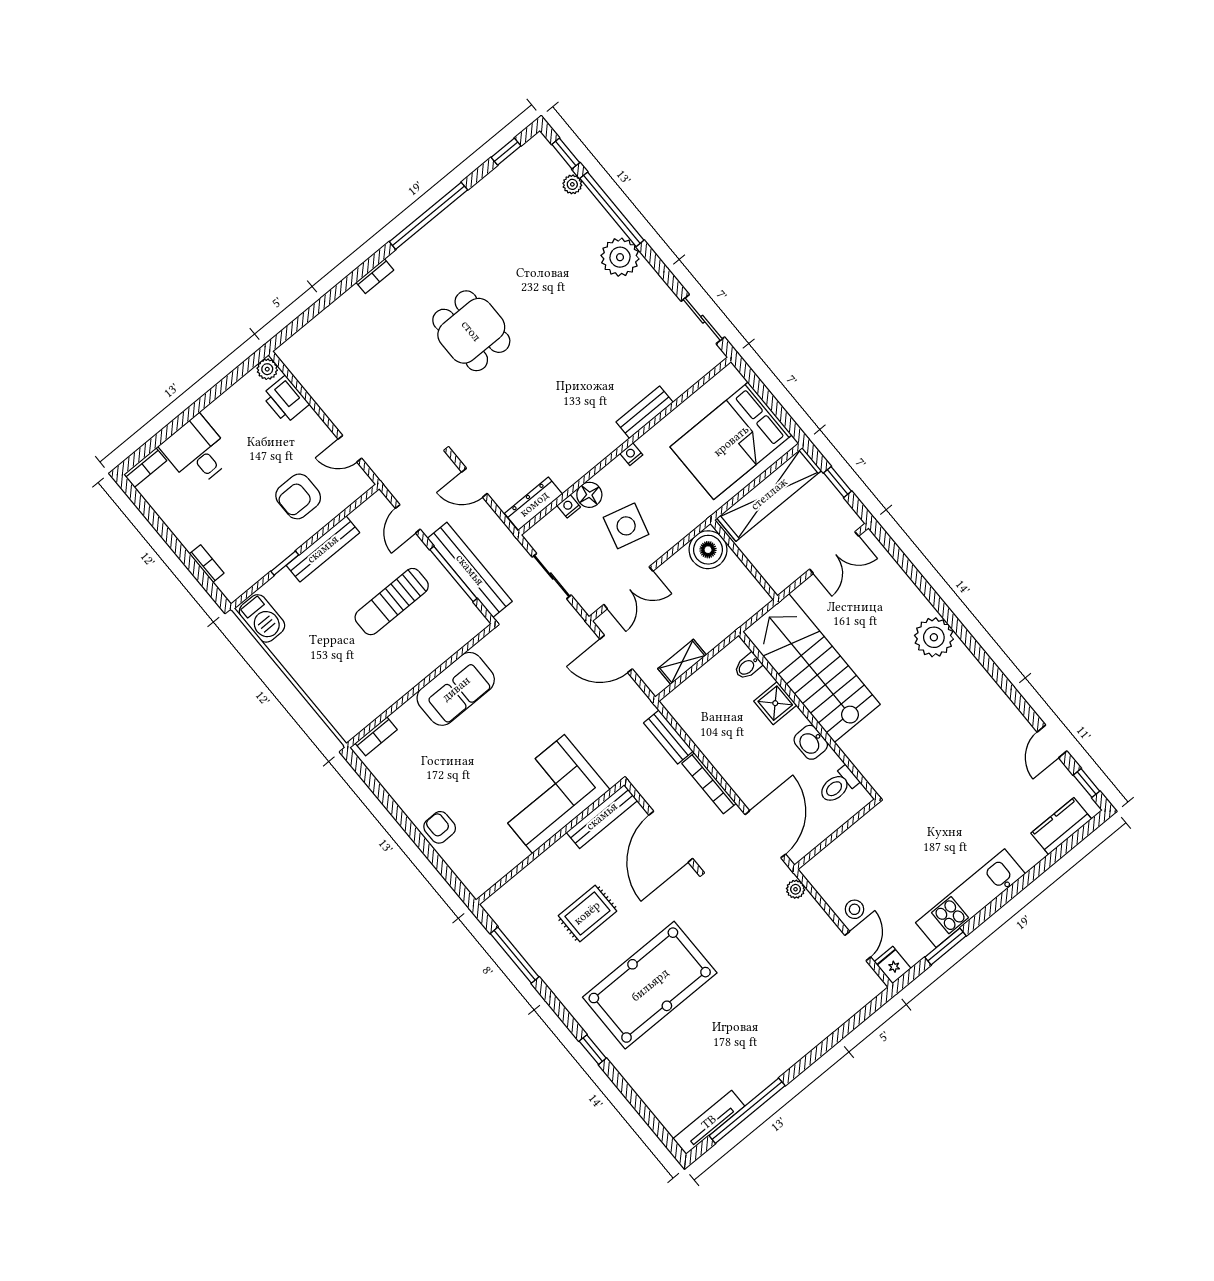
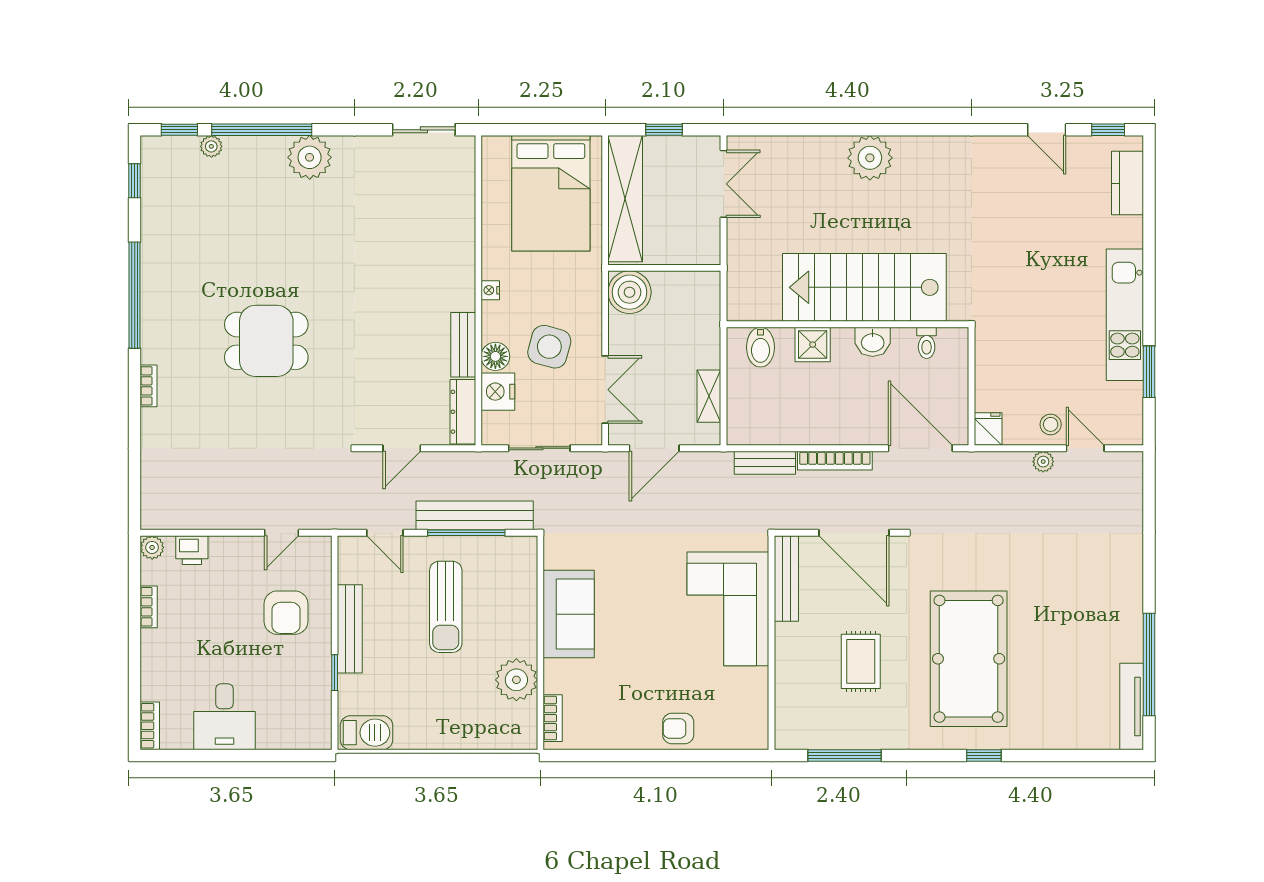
printer: (285, 400) -> (192, 550), width x0.73, depth x0.81
bench: (645, 412) -> (463, 345), moved
desk: (197, 452) -> (224, 717), moved, turned -90
nightstand: (569, 506) -> (498, 392), width x1.89, depth x1.79
bookcase: (207, 564) -> (149, 607), moved, turned 90
bidet: (748, 666) -> (760, 347), width x1.38, depth x1.36
stairs: (811, 668) -> (864, 287), moved
plant: (382, 690) -> (516, 680), added
toilet: (838, 785) -> (927, 343), width x0.73, depth x0.72
plant: (796, 889) -> (1043, 462), moved
fridge: (893, 965) -> (988, 429), moved, turned 90

